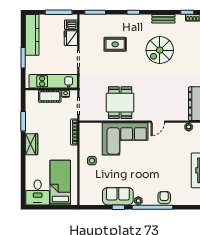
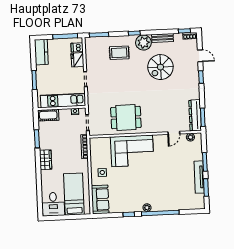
plant: (143, 23) -> (143, 42), added
kitchen counter: (32, 35) -> (41, 52), width x0.67
rug: (115, 44) -> (119, 53), moved
cot: (50, 96) -> (48, 115), moved
dining table: (120, 103) -> (126, 117), turned 90
door: (158, 122) -> (174, 133), moved
sofa: (118, 196) -> (100, 199), moved, turned 90
armchair: (164, 198) -> (171, 204), removed

